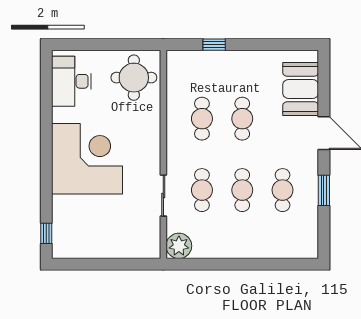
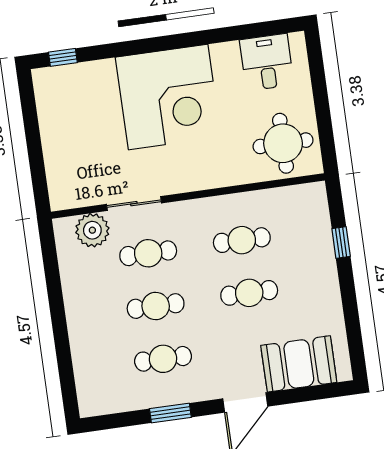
desk: (71, 81) -> (267, 62), width x0.73
plant: (179, 246) -> (92, 230), moved

